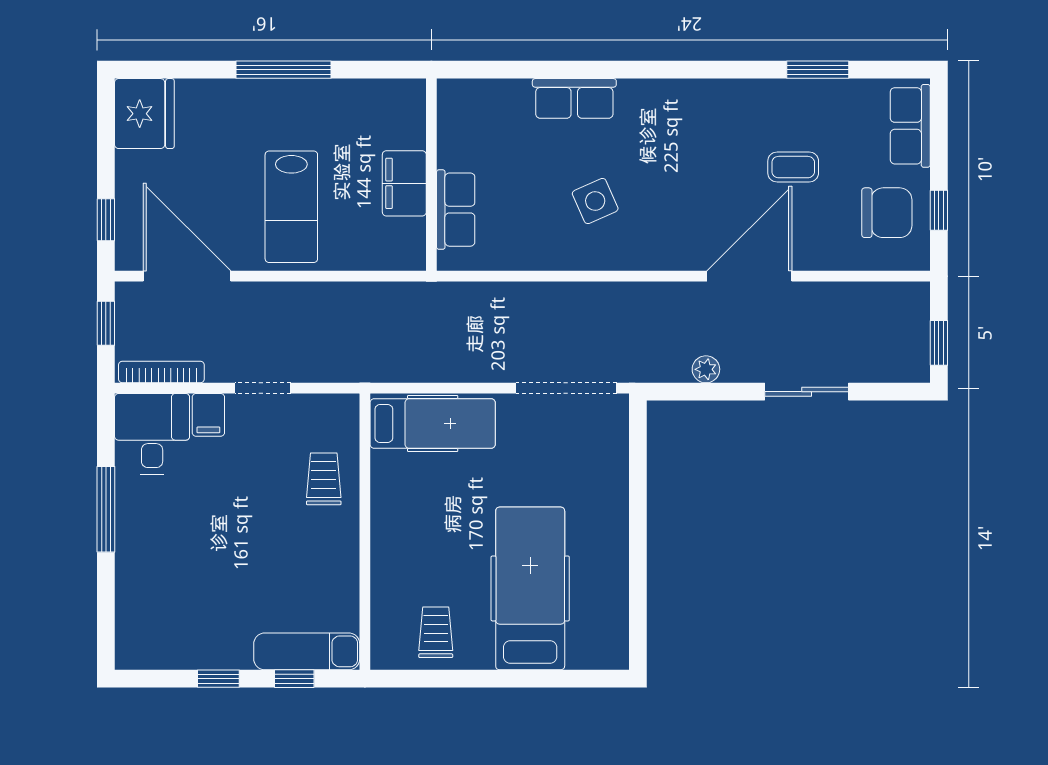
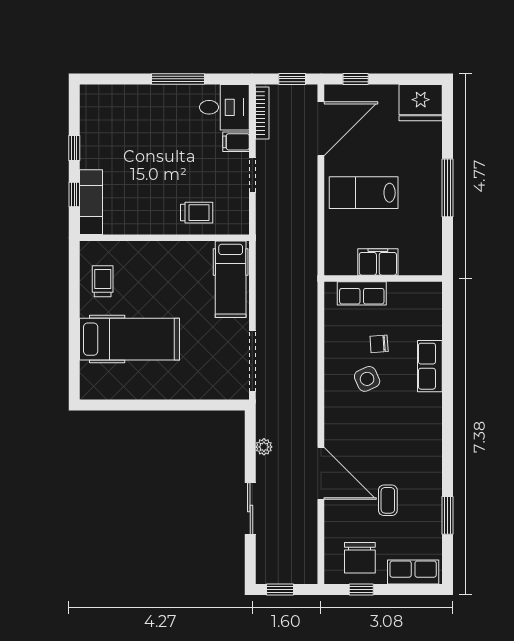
chair: (538, 181) -> (379, 344), added
trolley: (436, 632) -> (103, 281), turned -90

